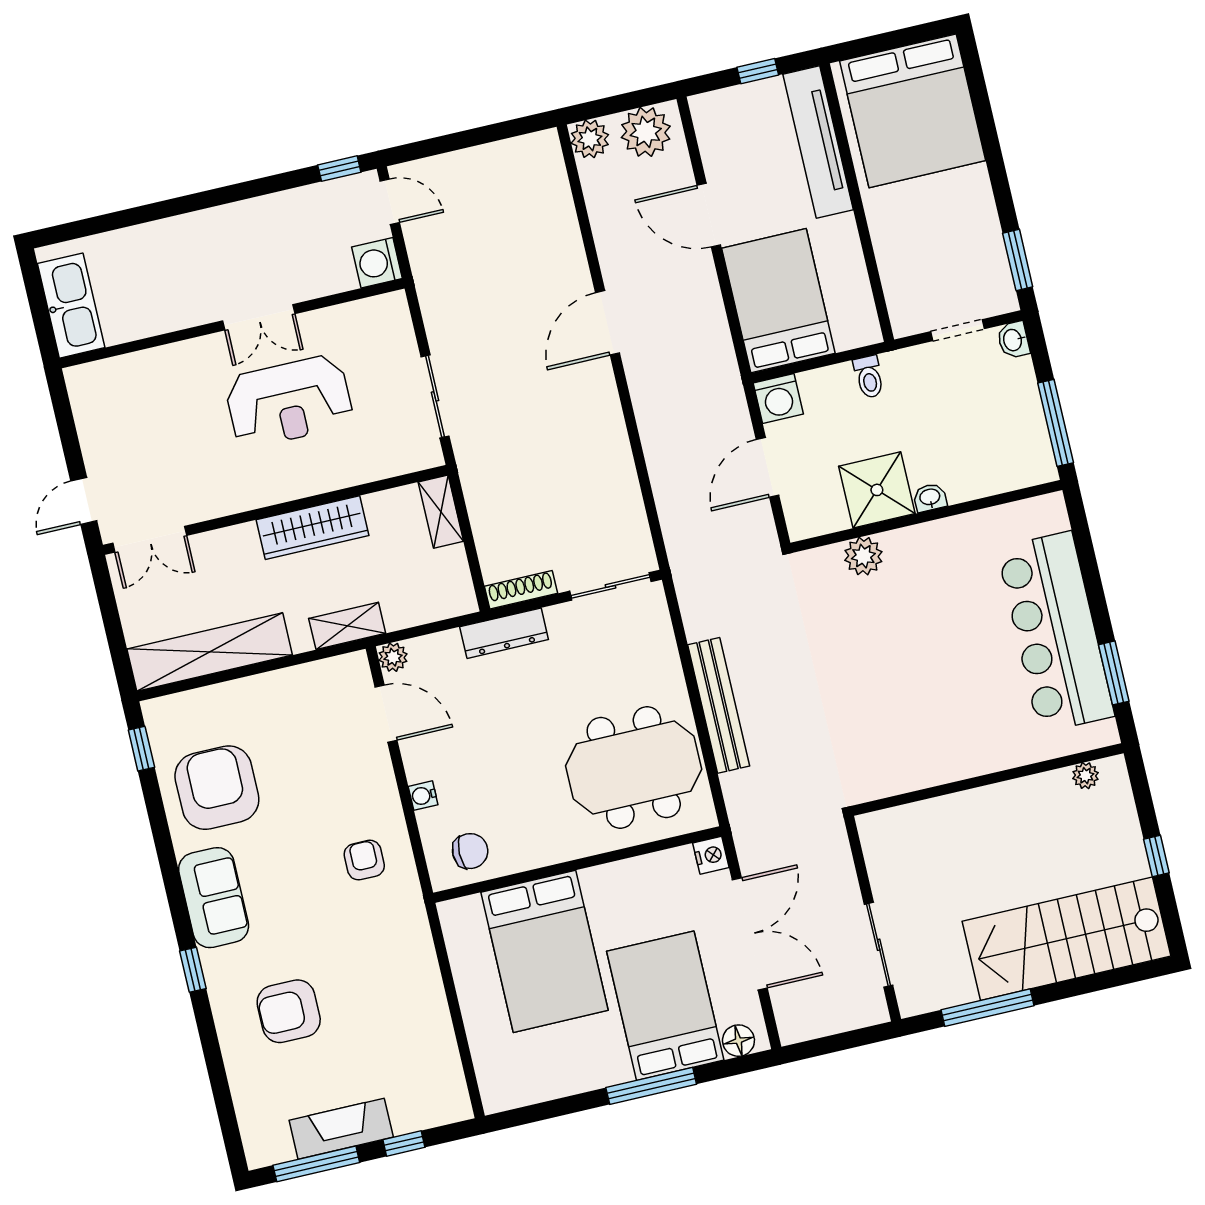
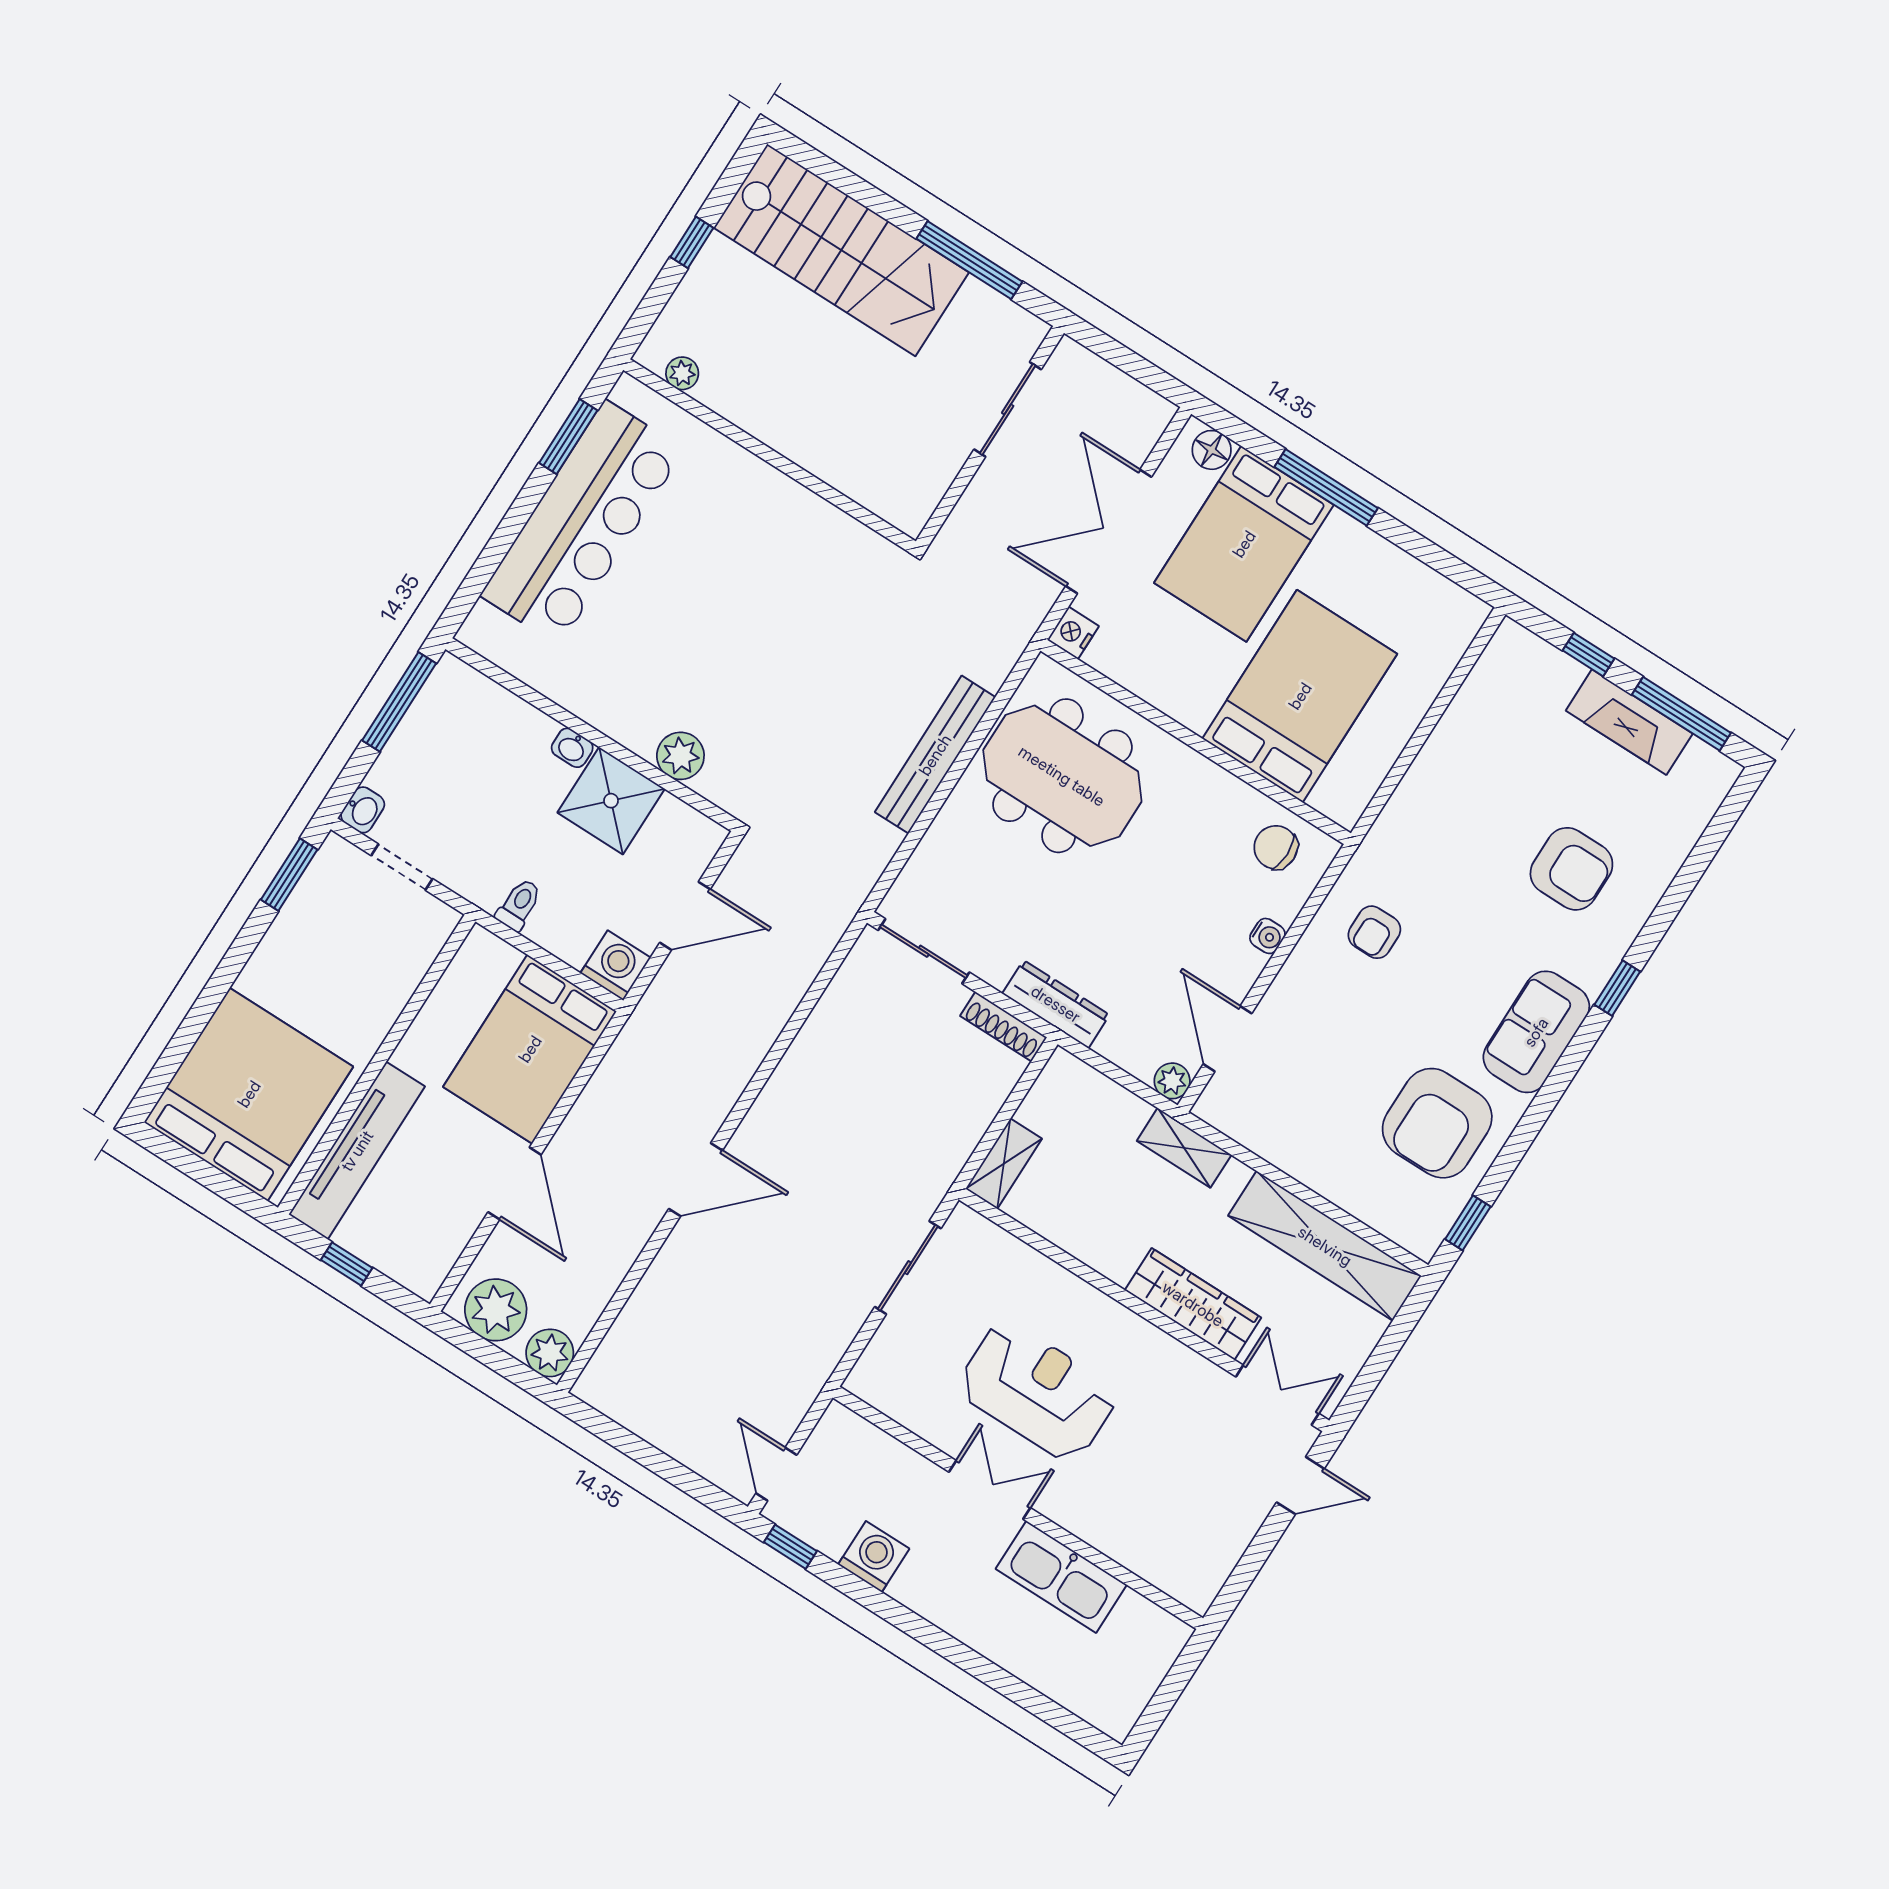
washing machine: (377, 263) -> (874, 1557), moved, turned -90
kitchen sink: (71, 306) -> (1061, 1577), moved, turned -90
wardrobe: (312, 528) -> (1193, 1304), moved

